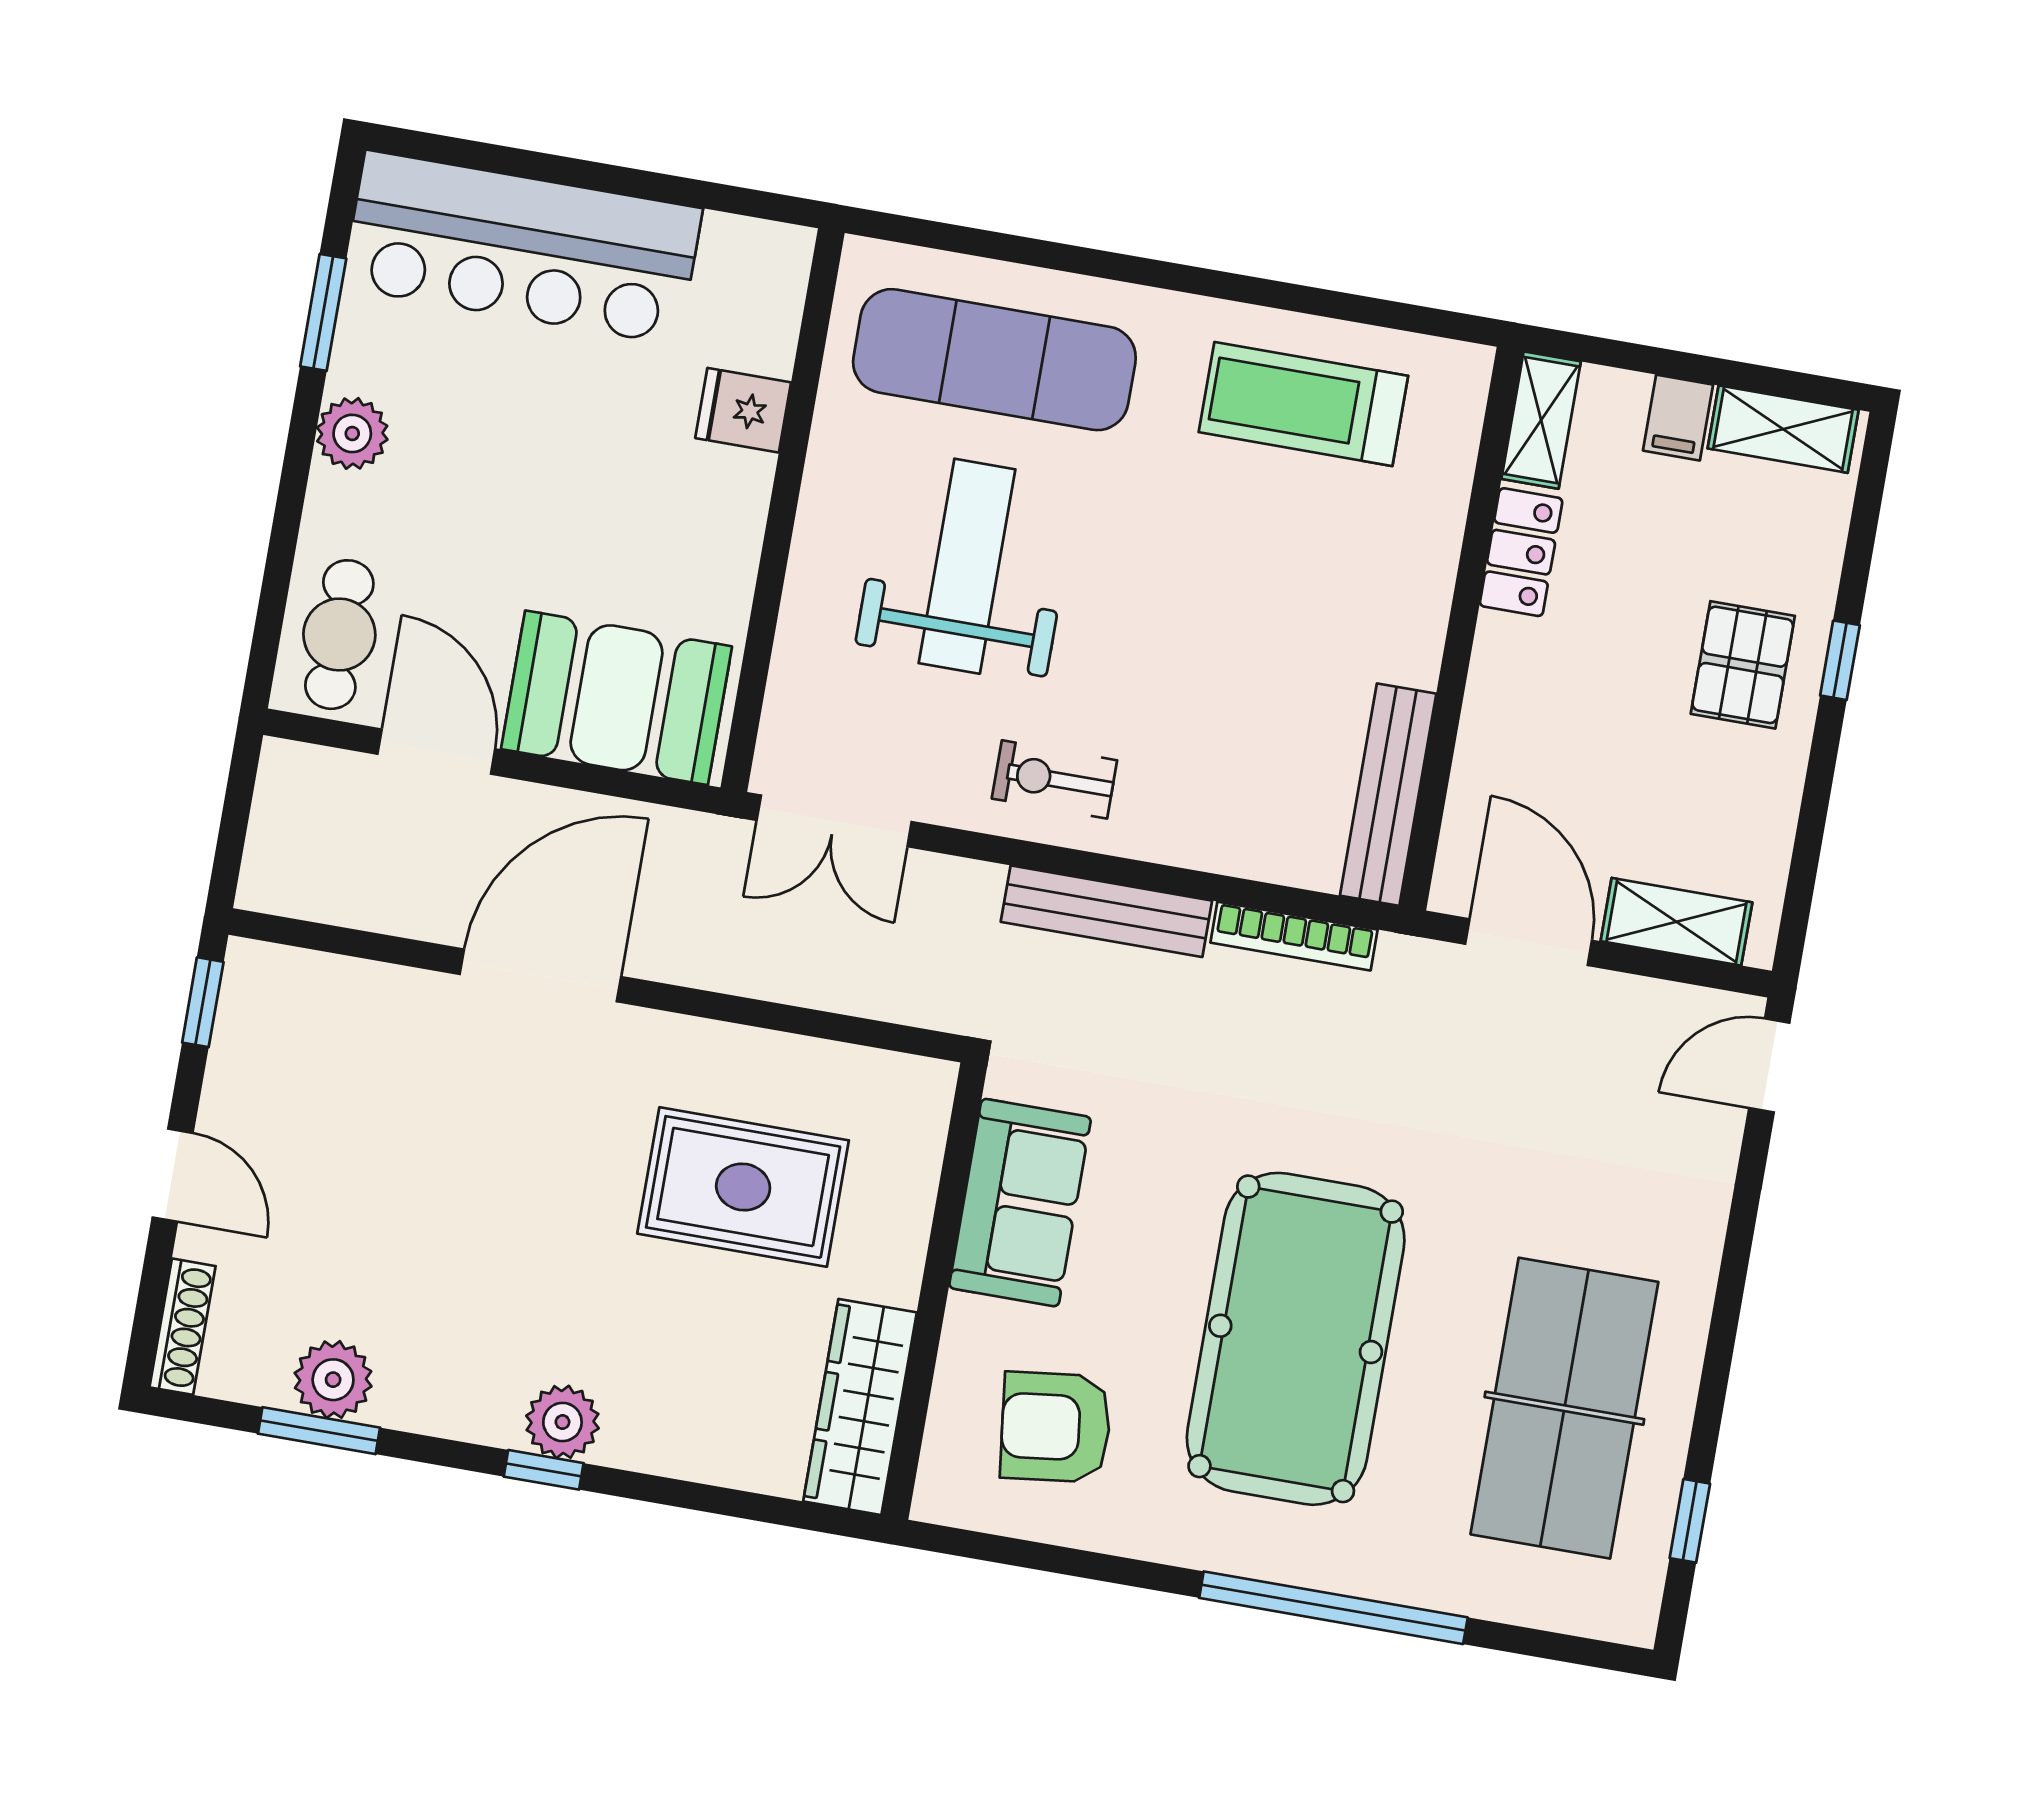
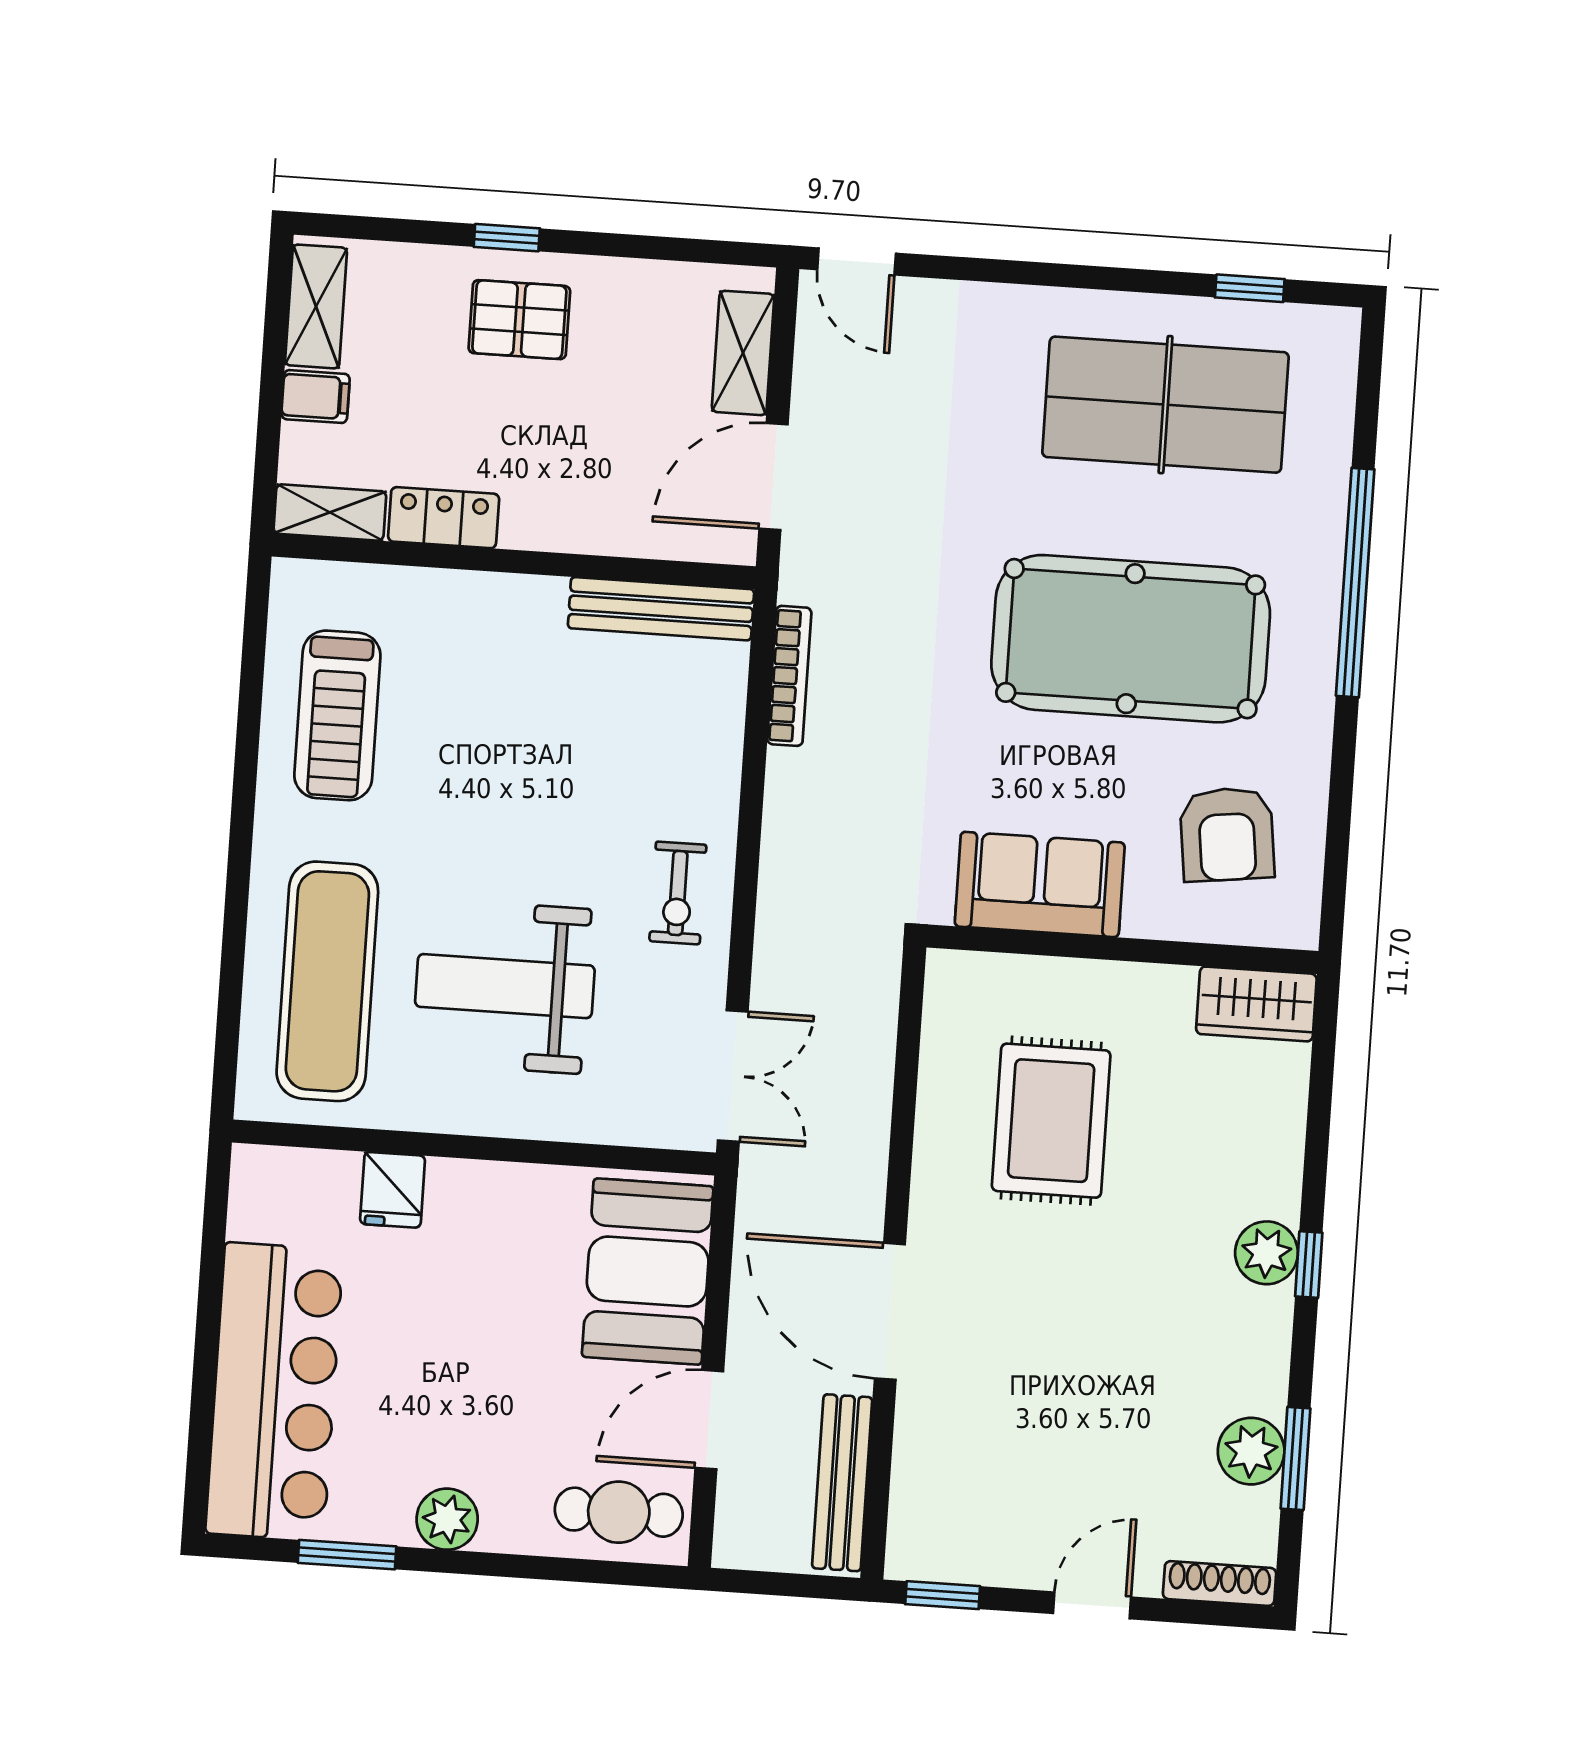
bench: (1106, 911) -> (842, 1483), moved
wardrobe: (860, 1407) -> (1256, 1004), width x0.67

